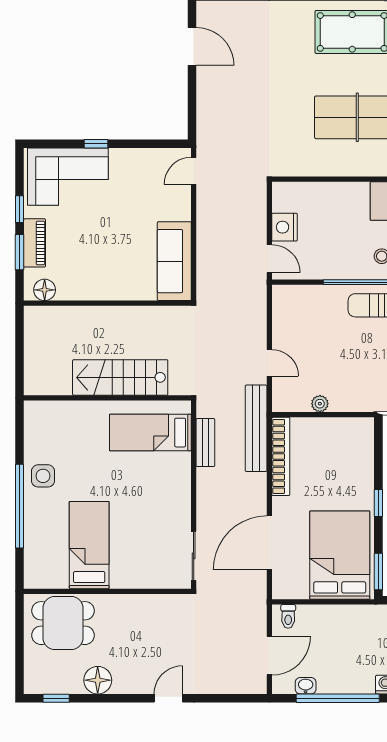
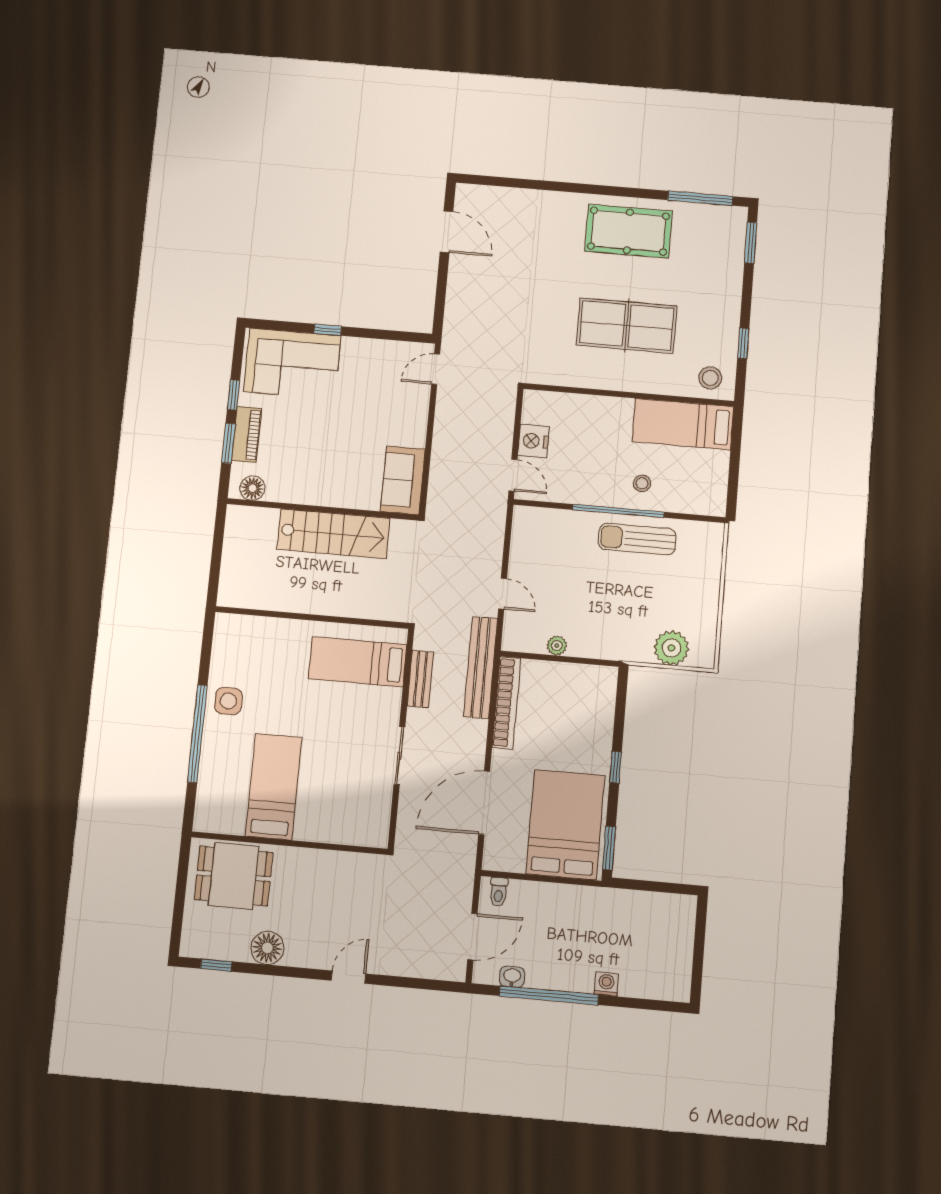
sofa: (174, 261) -> (403, 480), width x0.73
stairs: (120, 377) -> (334, 534), moved, turned 180
sliding door: (194, 556) -> (399, 756), moved

